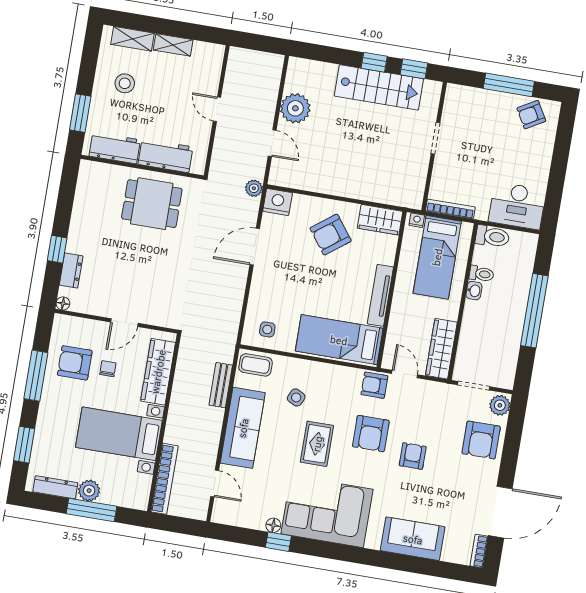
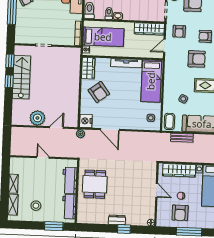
door: (217, 109) -> (43, 157), swing flipped
dresser: (71, 271) -> (117, 220), moved
armchair: (374, 385) -> (179, 31), moved

